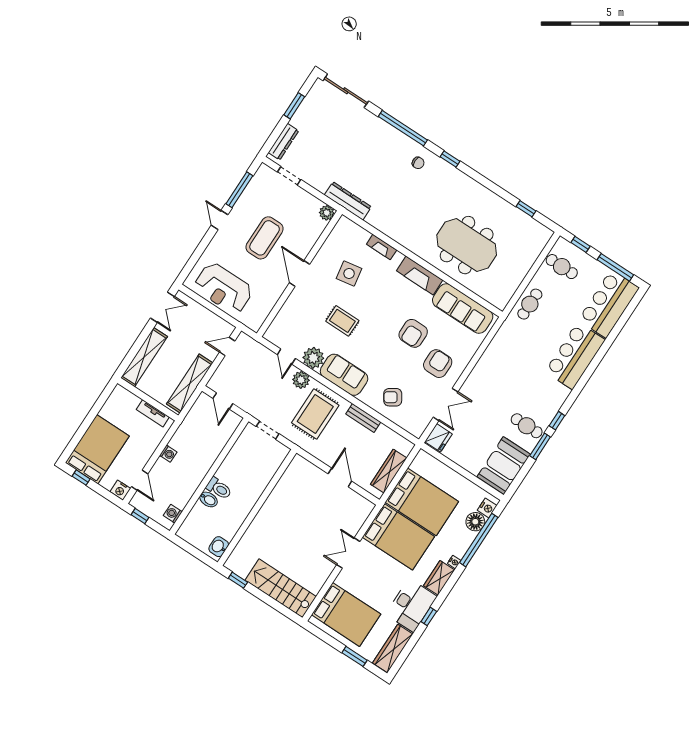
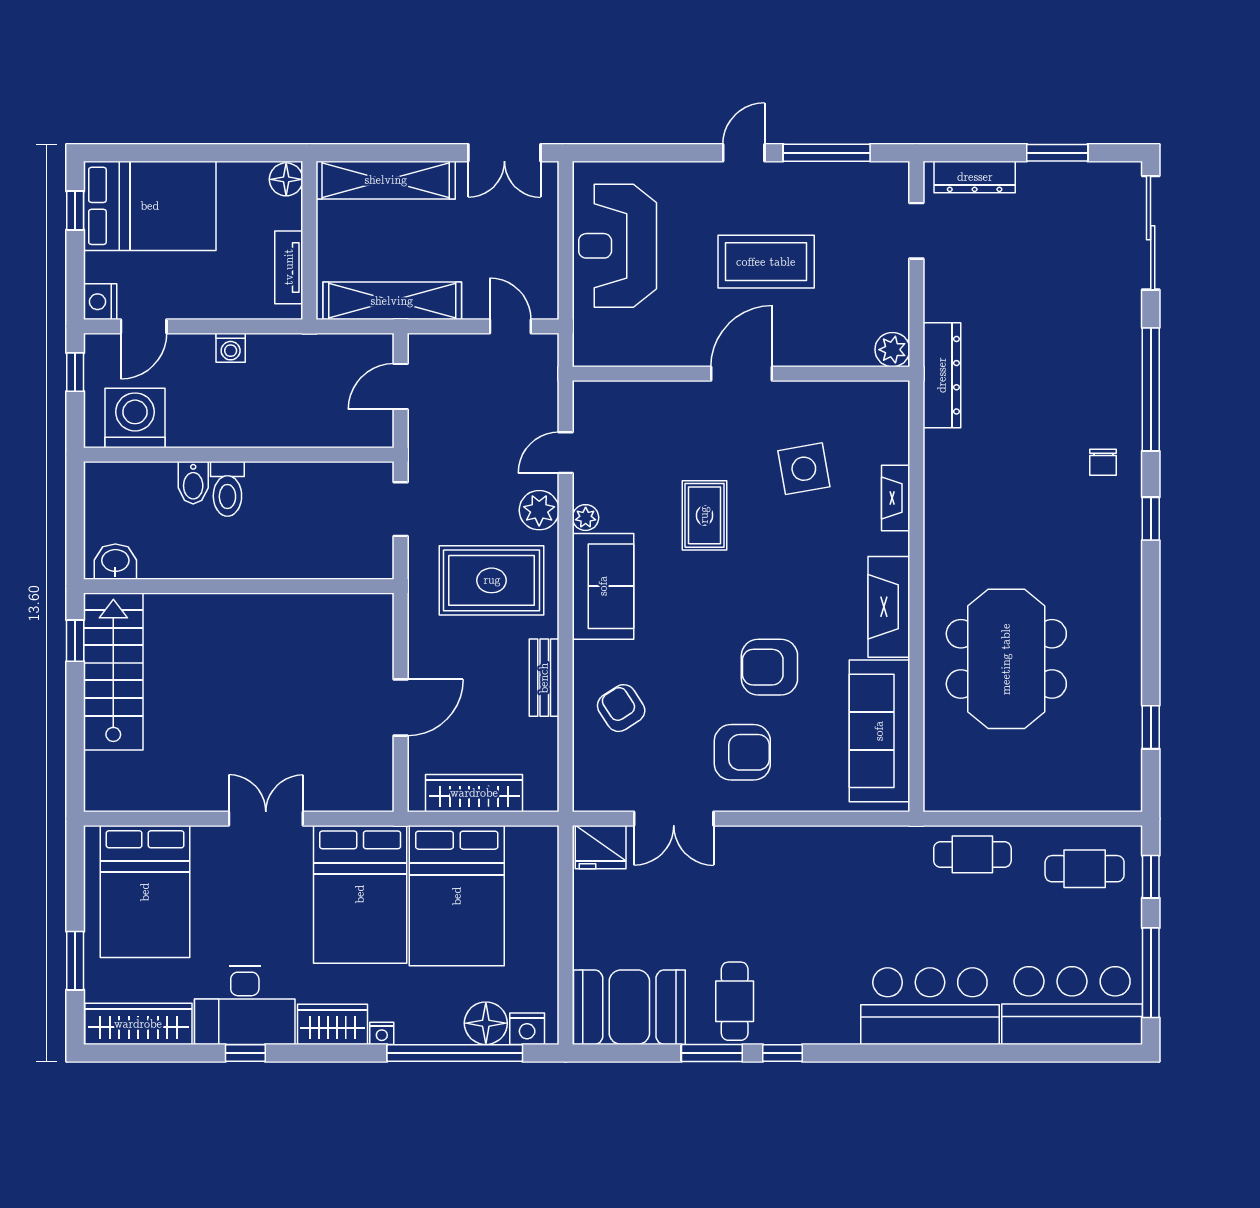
cafe table: (562, 267) -> (1085, 869), turned 90
plant: (313, 358) -> (586, 518), width x0.53, depth x0.53
floor lamp: (120, 393) -> (286, 179), added
washing machine: (173, 514) -> (135, 418), width x1.89, depth x1.89
stairs: (281, 588) -> (113, 671), moved

